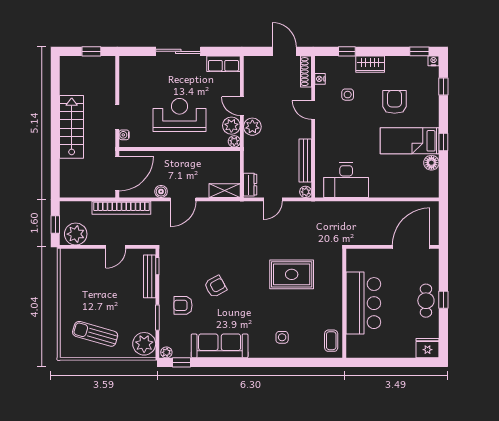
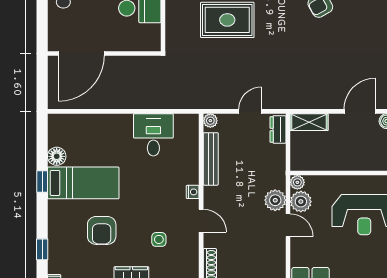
nightstand: (320, 79) -> (193, 192), moved
desk: (346, 180) -> (153, 135), width x0.73

